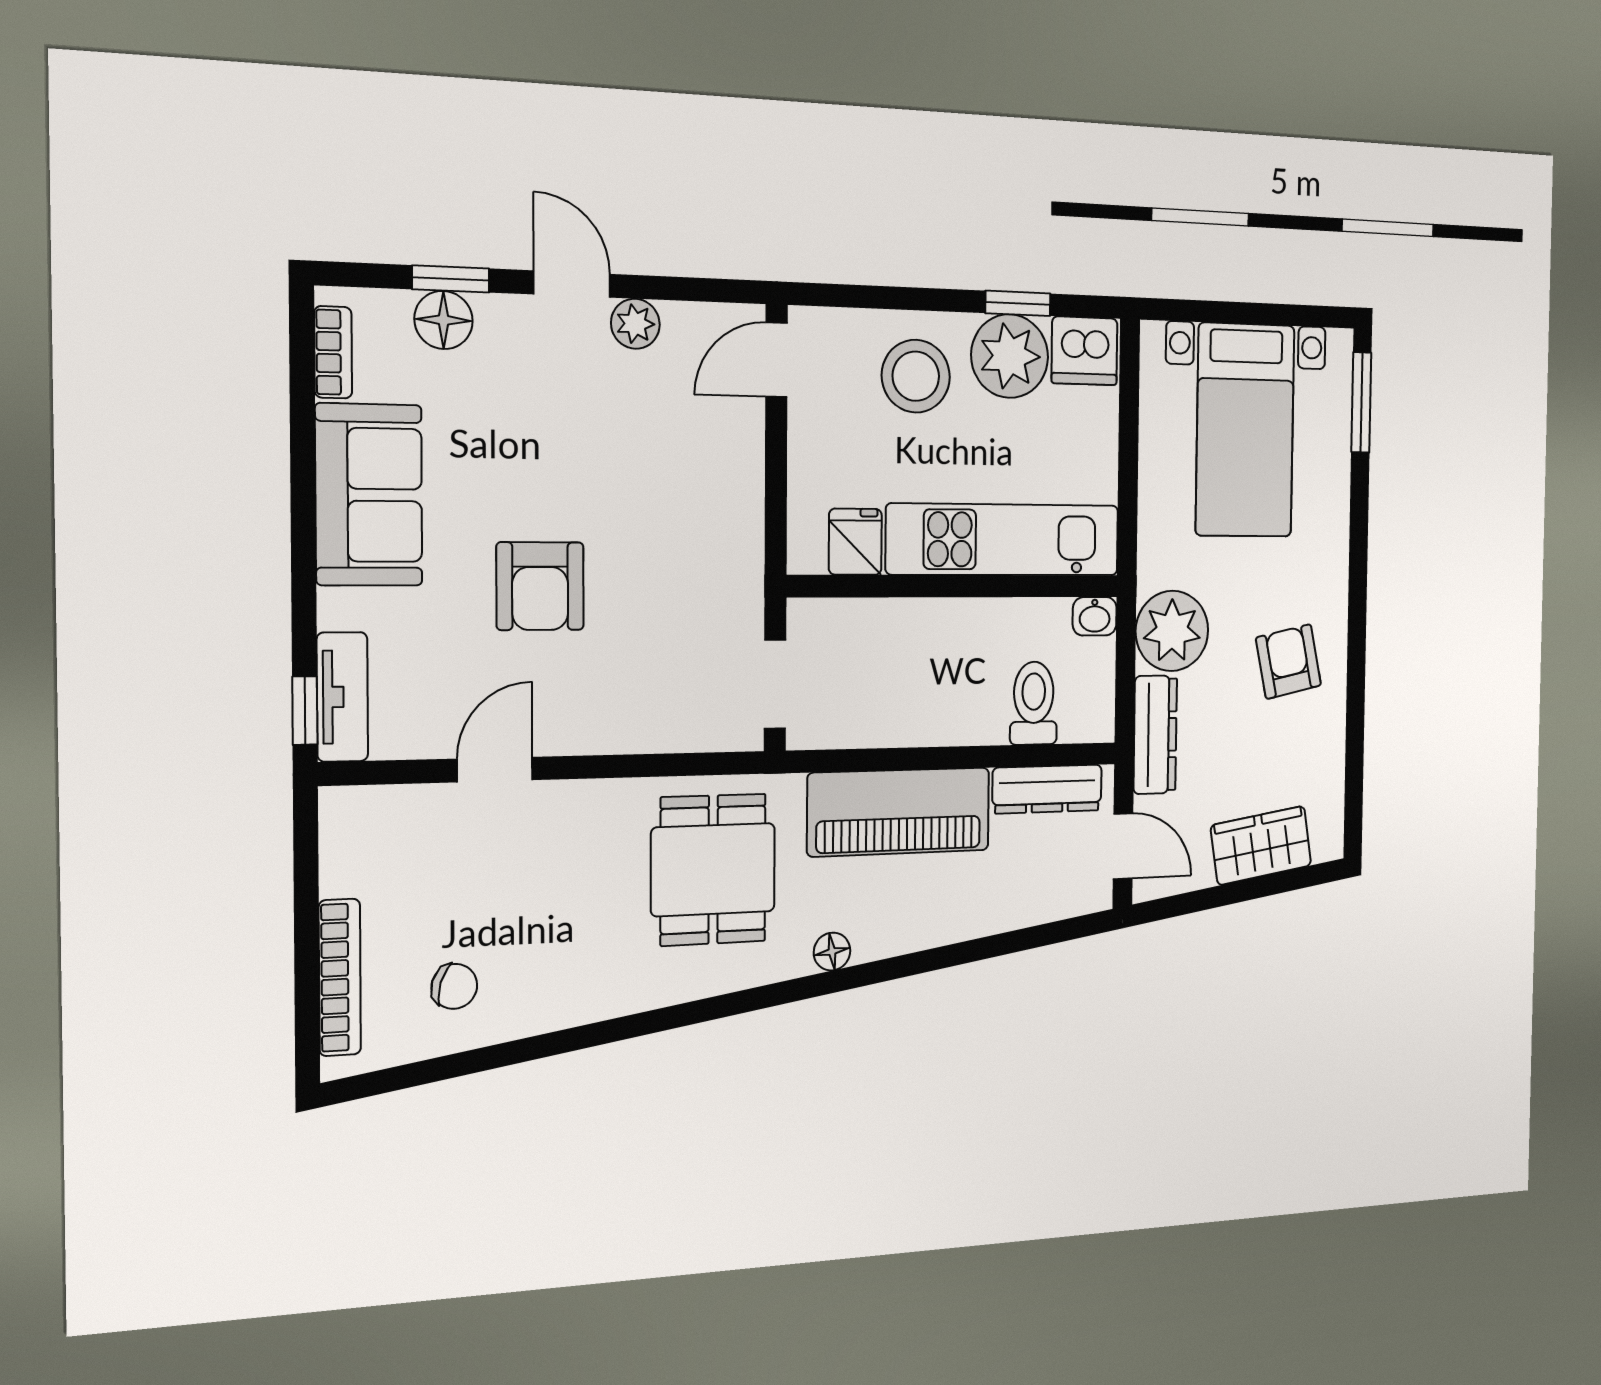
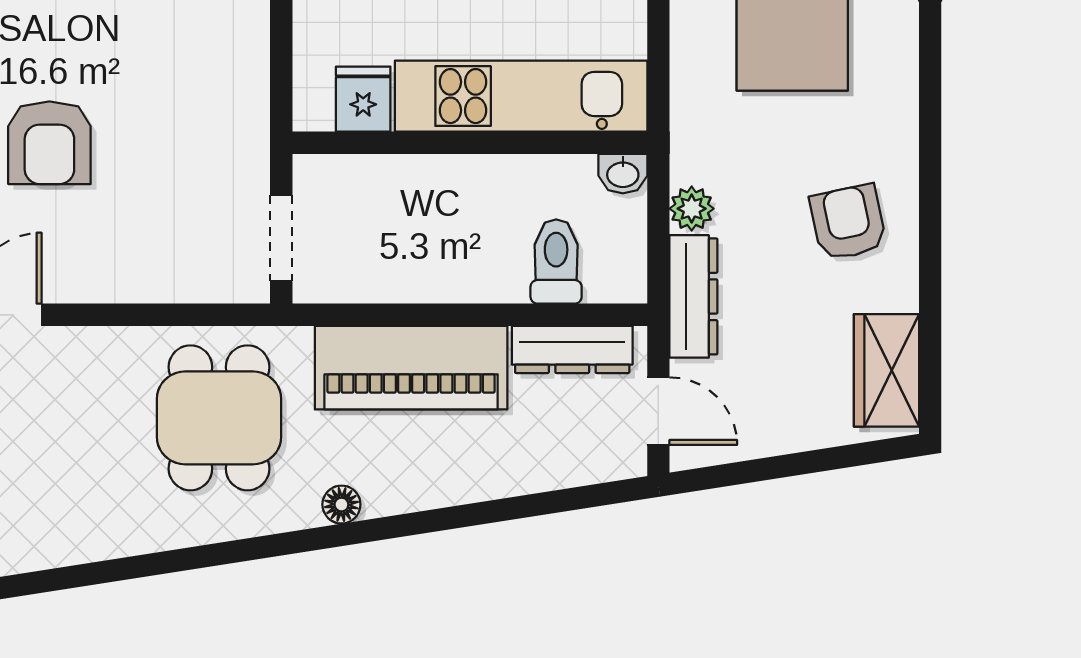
plant: (1172, 631) -> (692, 209), width x0.53, depth x0.53
wardrobe: (1261, 845) -> (886, 370), moved, turned -81

